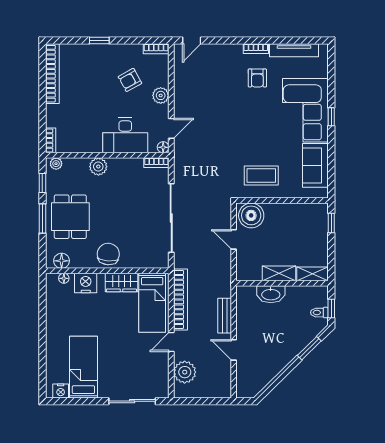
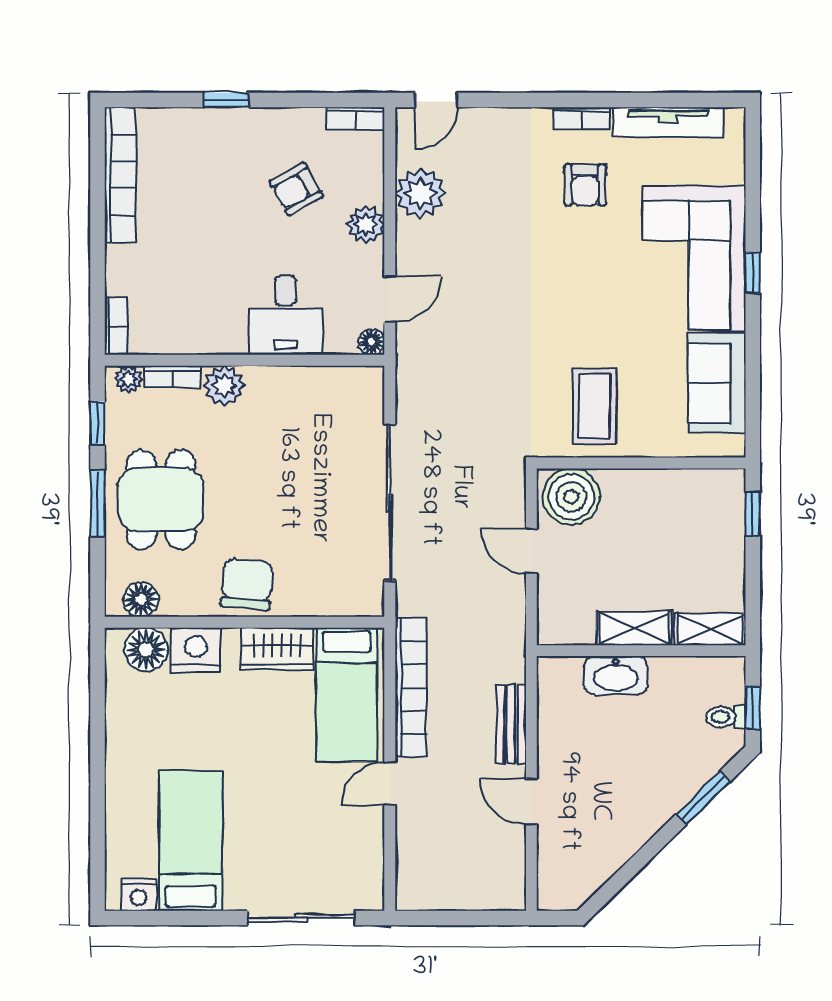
desk: (125, 135) -> (286, 315), width x0.73
bookcase: (156, 163) -> (173, 377), moved
coffee table: (261, 176) -> (594, 406), turned 90
floor lamp: (64, 278) -> (146, 649), width x1.89, depth x1.89
plant: (185, 372) -> (421, 193), moved

